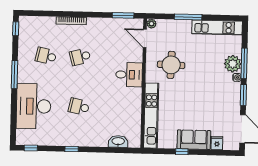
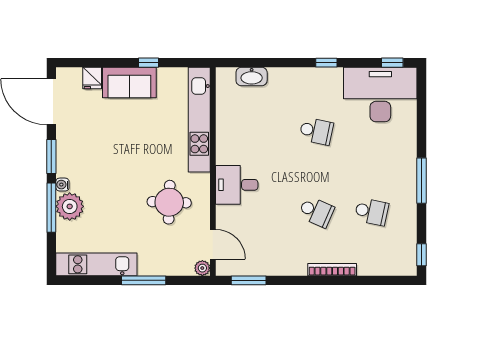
school desk: (80, 57) -> (316, 212), turned 39
desk: (34, 106) -> (380, 95), moved, turned -90

